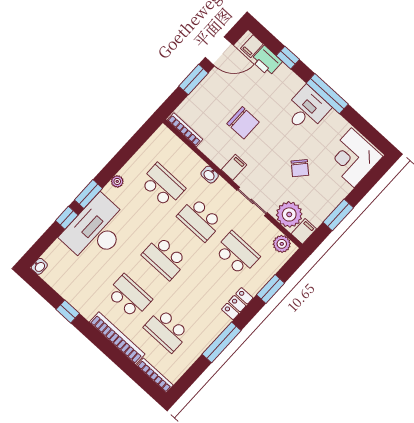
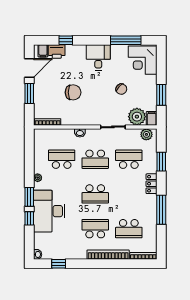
window: (327, 94) -> (126, 40), moved
filing cabinet: (234, 167) -> (89, 118), removed
window: (68, 311) -> (59, 264), moved

